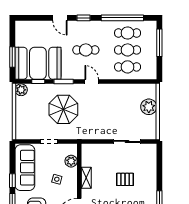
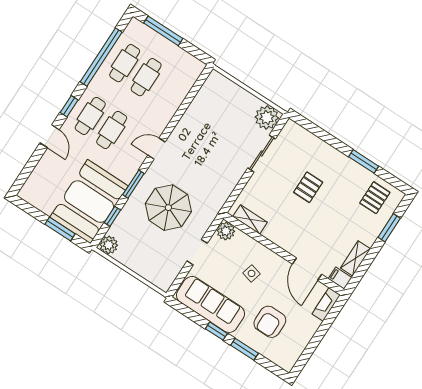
door: (60, 18) -> (50, 136), hinge flipped
cafe table: (128, 67) -> (90, 116), moved
plant: (149, 107) -> (267, 118), moved
plant: (71, 161) -> (226, 231), moved
shelving: (86, 178) -> (250, 219), moved

